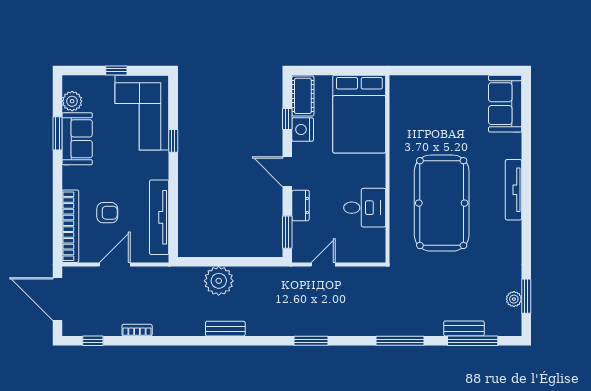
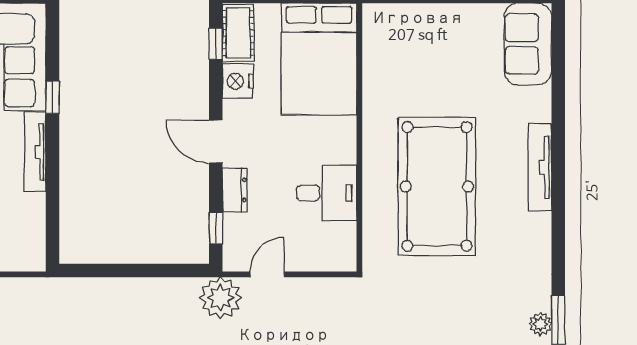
window: (287, 119) -> (216, 44), moved
tv unit: (159, 217) -> (35, 152), moved, width x0.73, depth x0.78
window: (287, 232) -> (216, 228), width x0.67
plant: (219, 281) -> (220, 298), moved

